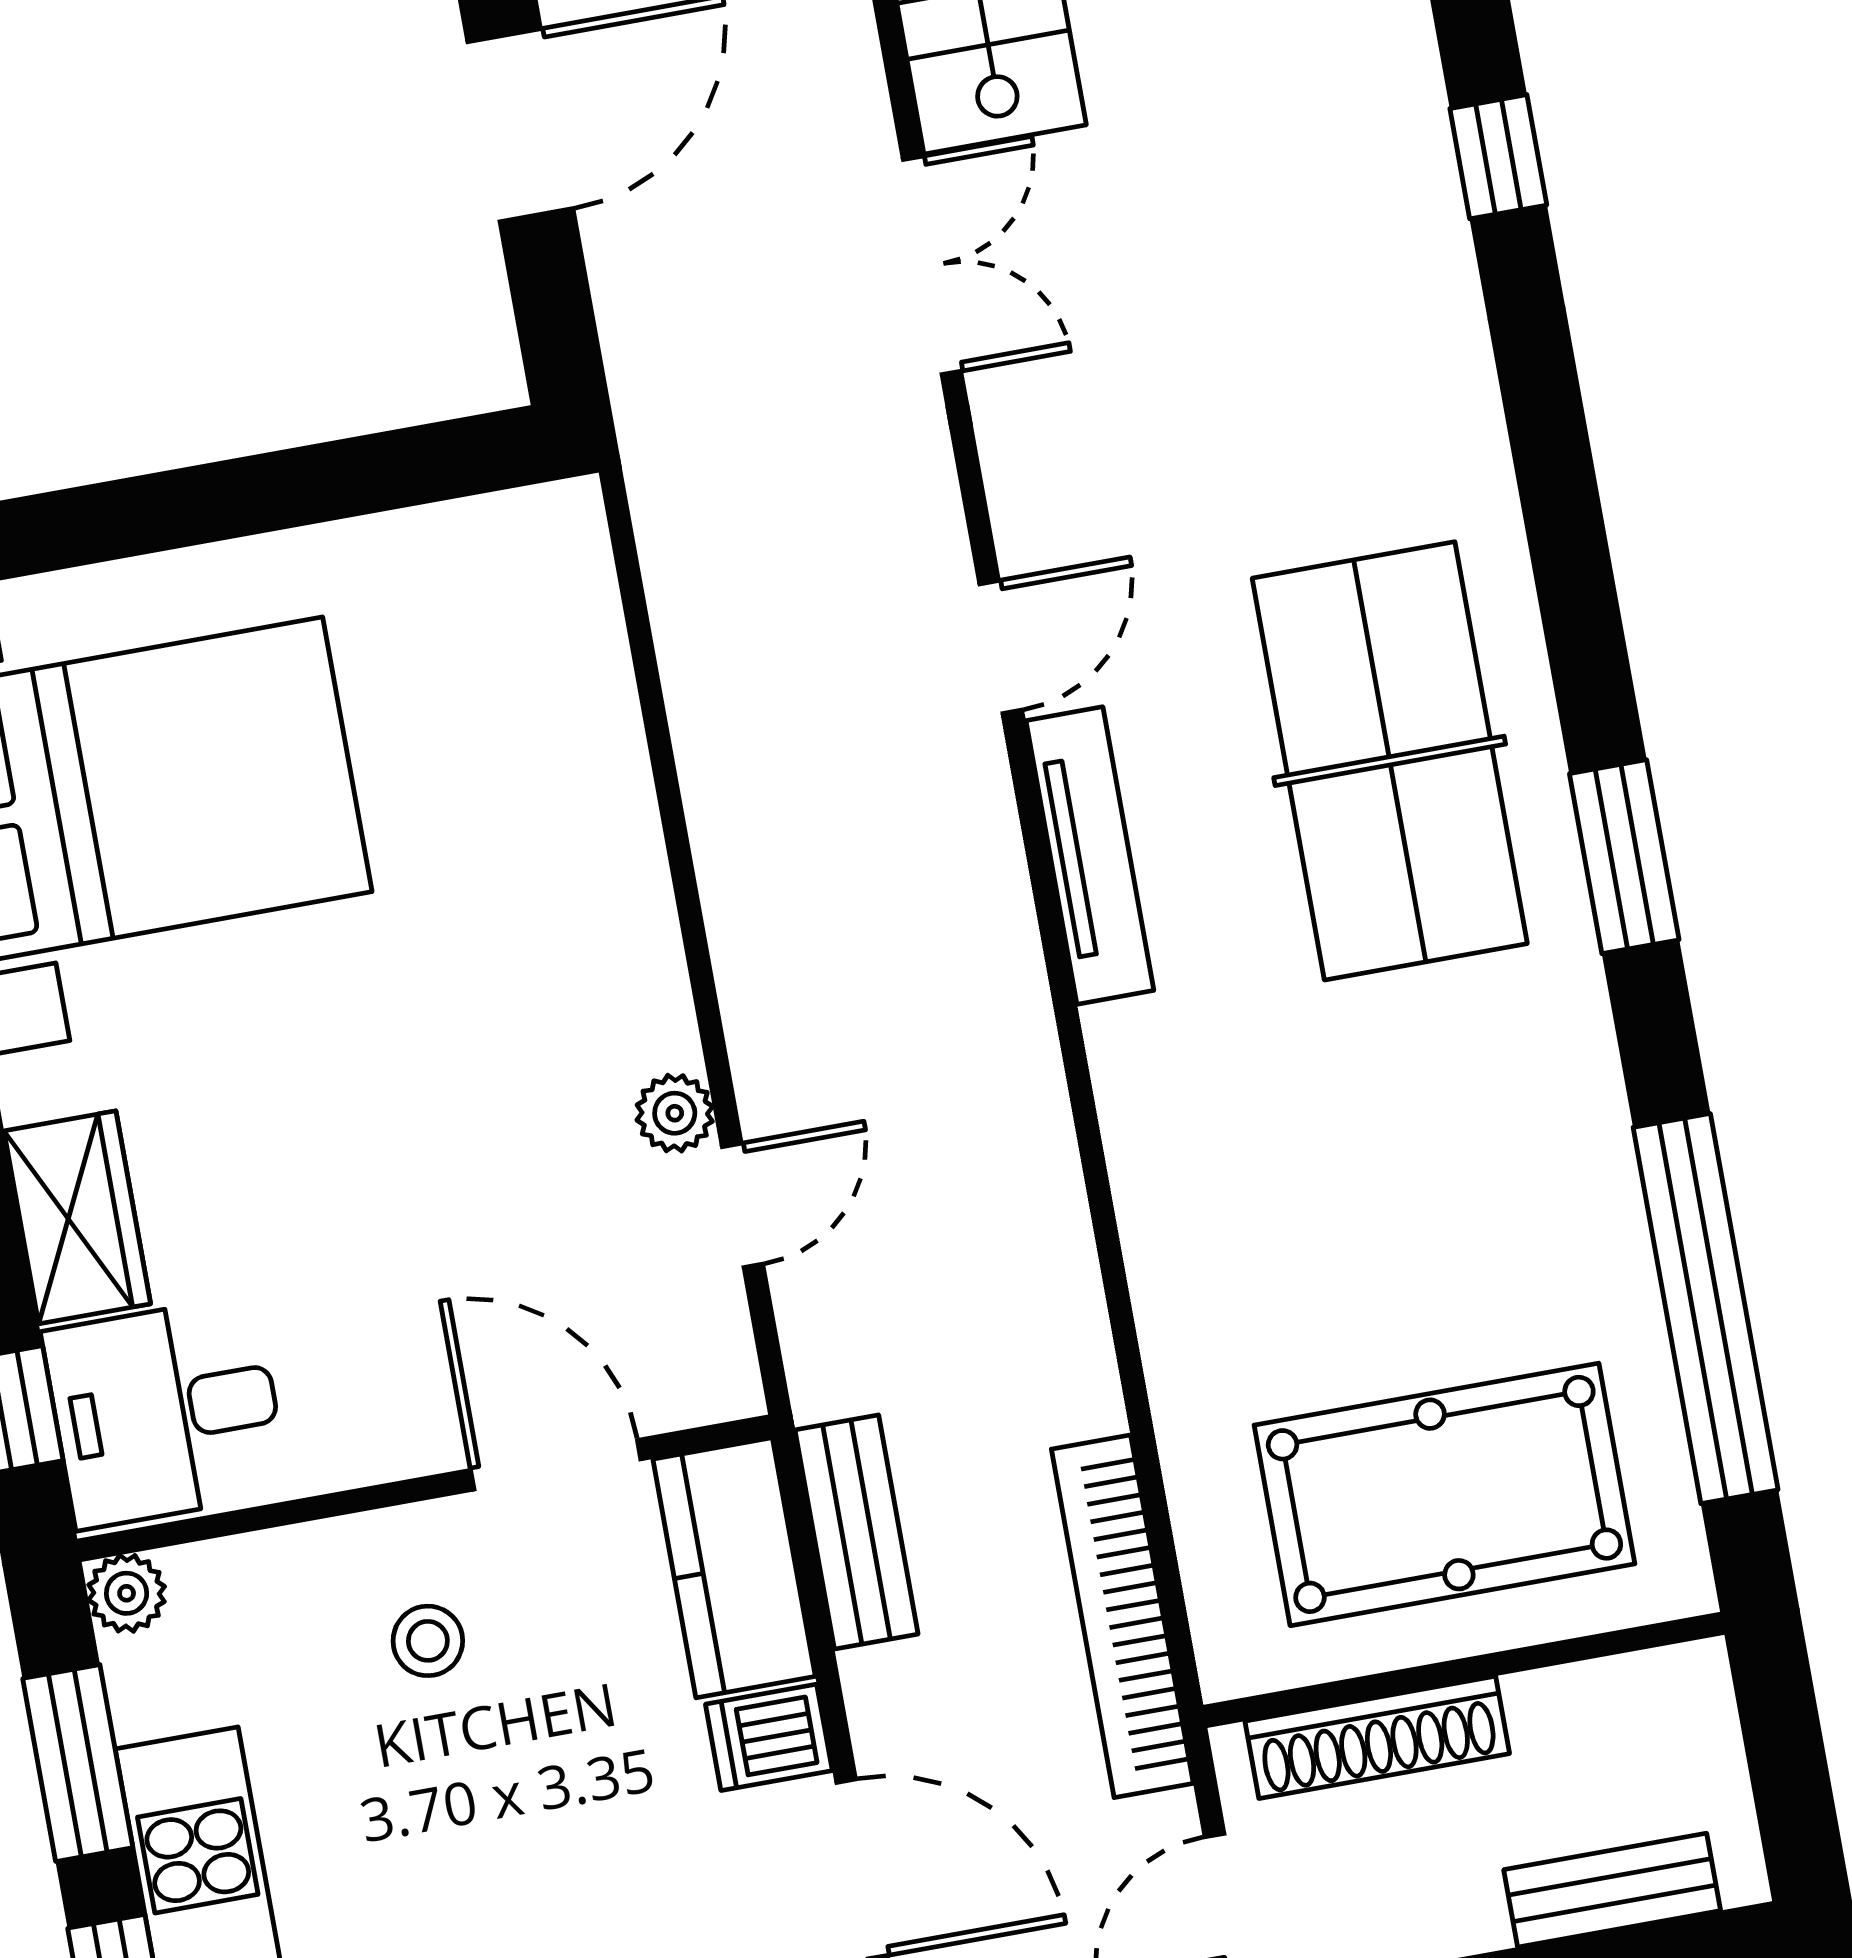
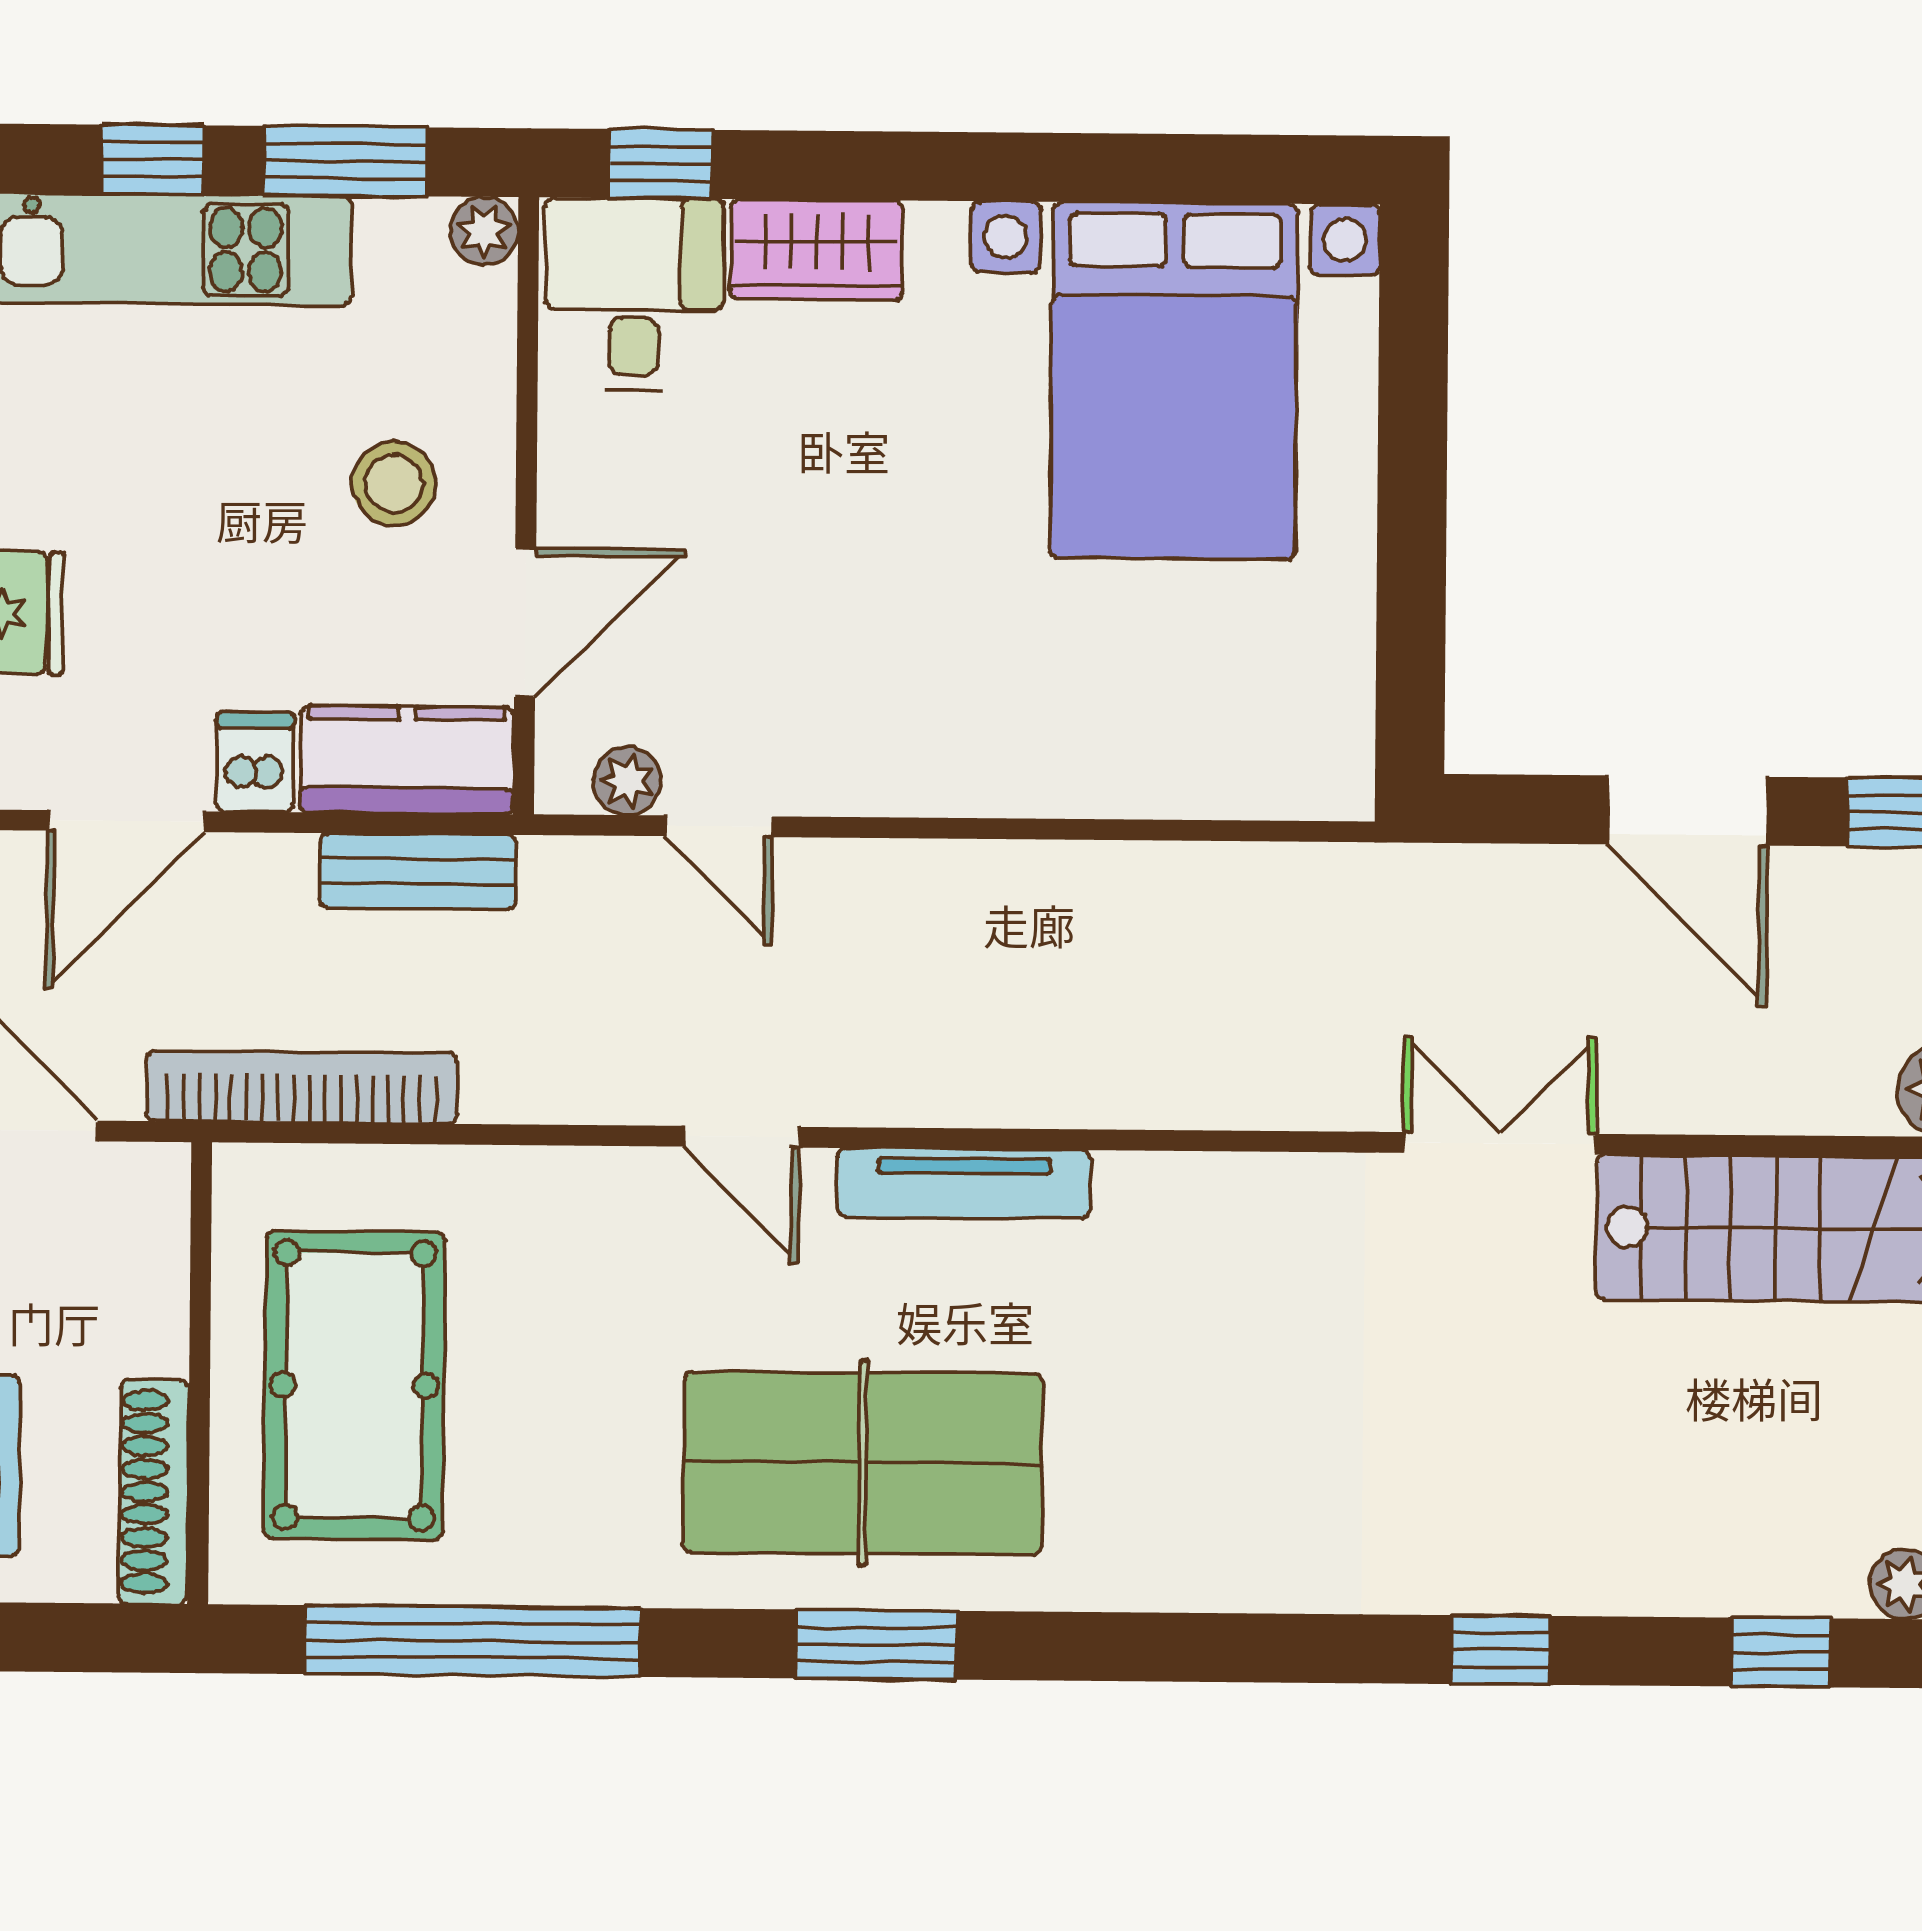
double door: (932, 265) -> (1499, 1143), swing flipped
door: (1001, 647) -> (742, 1137), moved
table tennis table: (1390, 761) -> (863, 1463), moved
plant: (675, 1113) -> (627, 781), moved
stool: (428, 1641) -> (394, 483), width x1.37, depth x1.37
shoe rack: (1377, 1737) -> (154, 1492), moved

